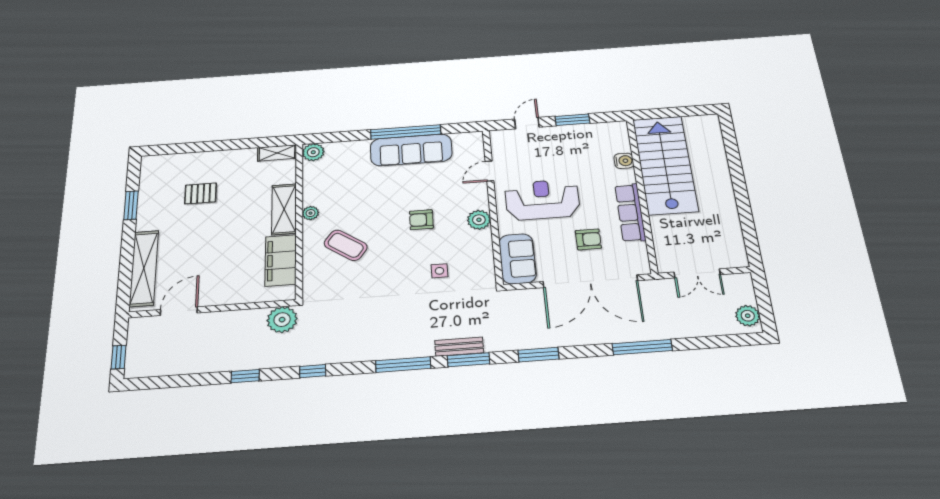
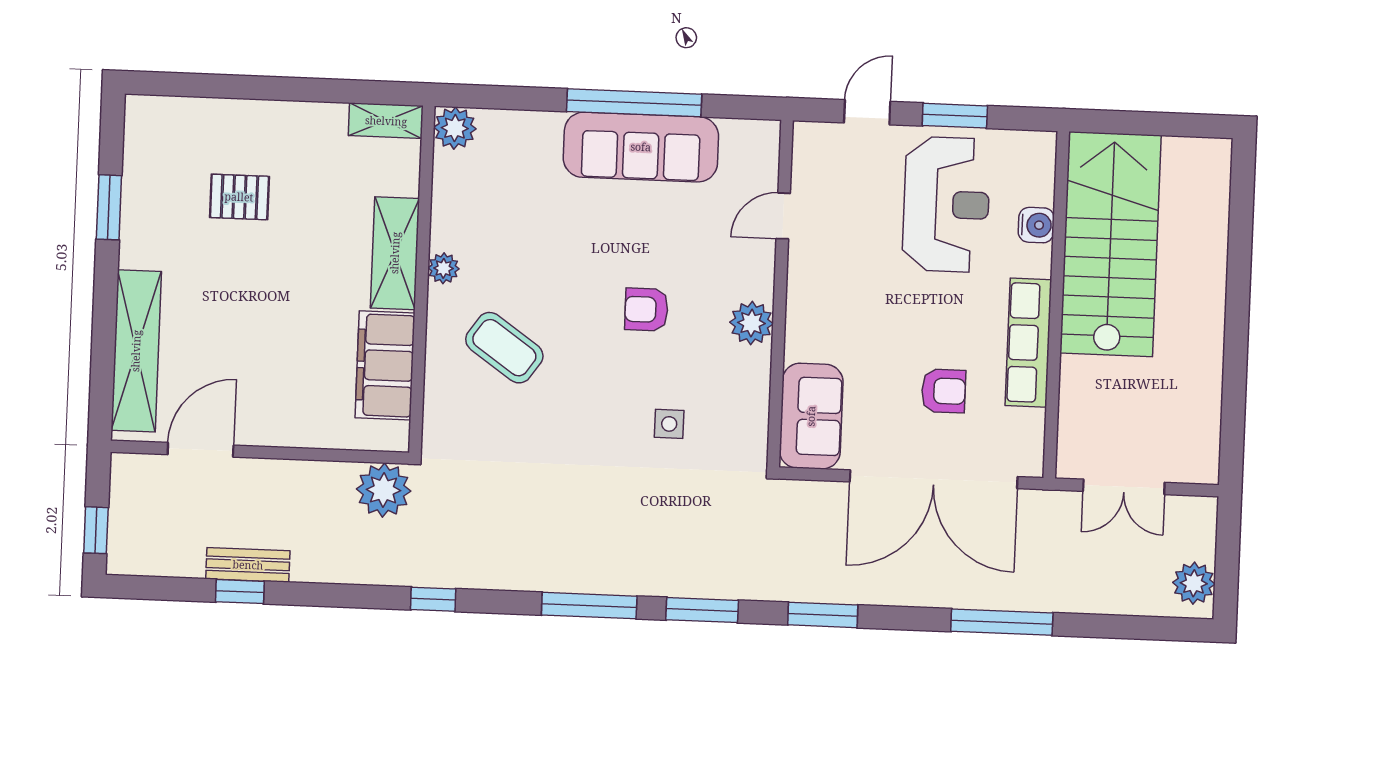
reception desk: (542, 200) -> (946, 204), moved, turned 90
bench: (459, 347) -> (248, 565), moved
window: (245, 376) -> (240, 592), moved

